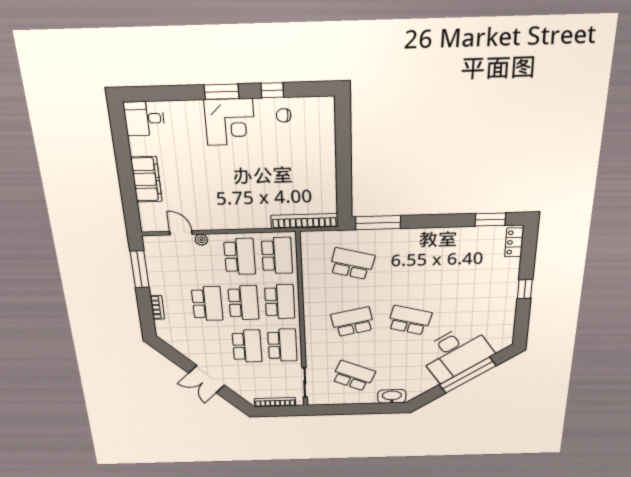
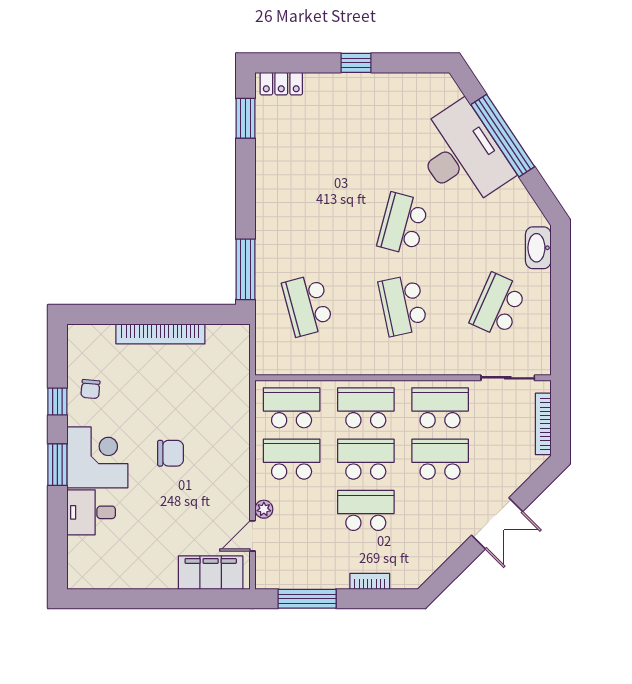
desk: (144, 118) -> (91, 512), moved, turned 90
chair: (237, 175) -> (170, 453), added
filing cabinet: (146, 179) -> (211, 573), moved
bookcase: (304, 221) -> (160, 334), moved, turned -90
school desk: (352, 264) -> (308, 305), turned -30

